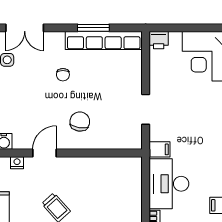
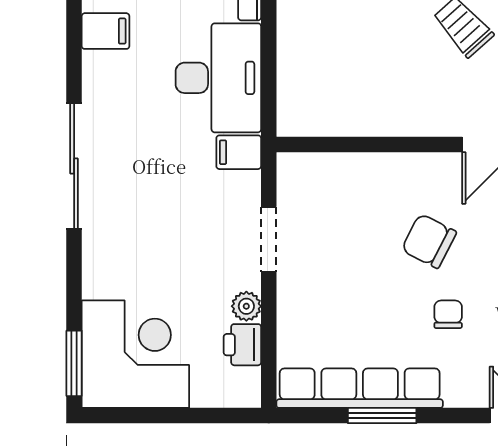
printer: (159, 40) -> (242, 345), moved, turned -90
plant: (156, 78) -> (246, 306), added
chair: (80, 122) -> (429, 241), moved, turned 108

